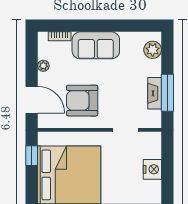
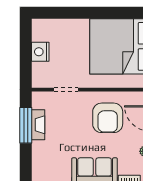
plant: (153, 50) -> (40, 167), removed
armchair: (82, 101) -> (108, 118), turned 90

